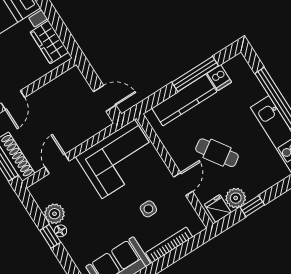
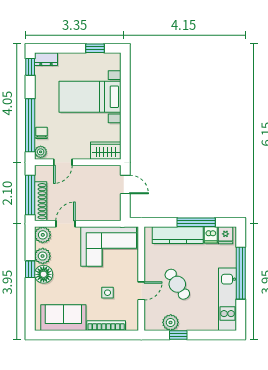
wardrobe: (49, 42) -> (106, 151), moved, turned 90
door: (105, 98) -> (125, 184), moved
plant: (40, 191) -> (43, 235), added
fridge: (218, 208) -> (225, 235), moved, turned 180
floor lamp: (60, 231) -> (44, 274), width x1.89, depth x1.89

